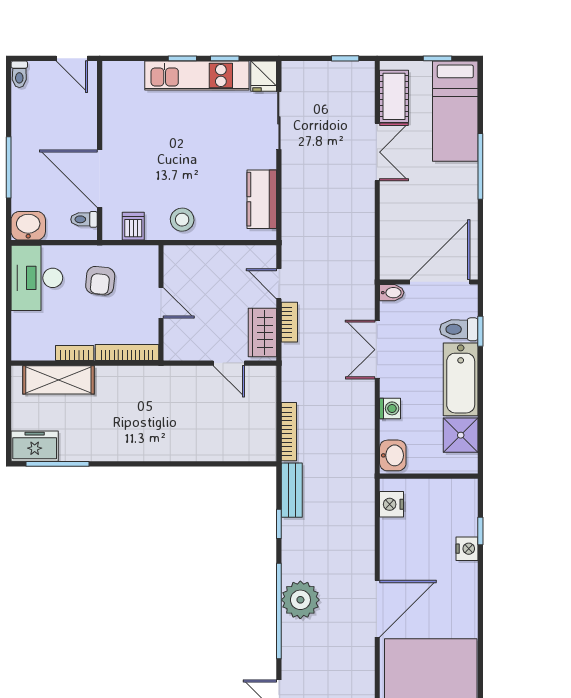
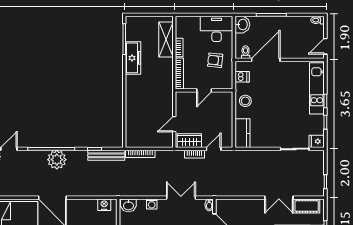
kitchen unit: (197, 76) -> (317, 88), moved
kitchen counter: (262, 199) -> (242, 133), moved, turned 90
freezer: (35, 446) -> (133, 58), moved, width x1.40
bench: (292, 490) -> (106, 155), width x1.36

